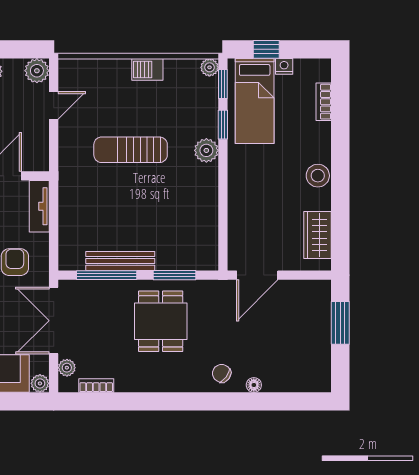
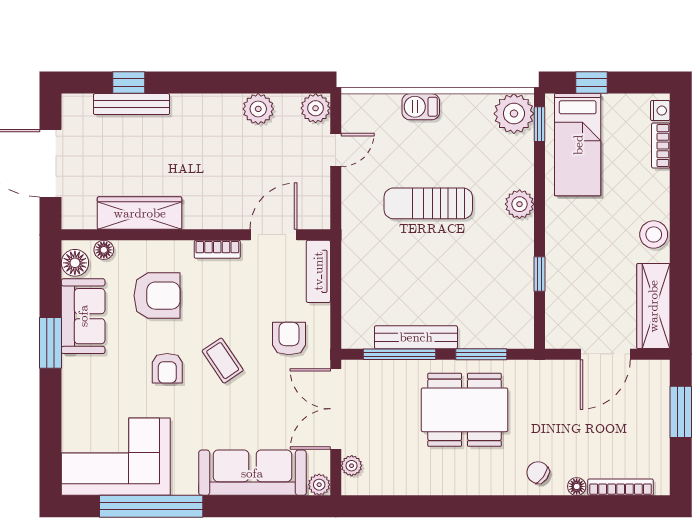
nightstand: (284, 66) -> (660, 111), moved, turned 90
plant: (209, 67) -> (514, 114), width x1.87, depth x1.87
barbecue: (147, 69) -> (421, 107), moved
window: (223, 125) -> (539, 274), moved
wardrobe: (318, 235) -> (653, 306), width x1.50
door: (257, 275) -> (605, 354), moved
dining table: (161, 321) -> (465, 410), width x1.38
bookcase: (96, 385) -> (621, 487), moved, width x1.56

